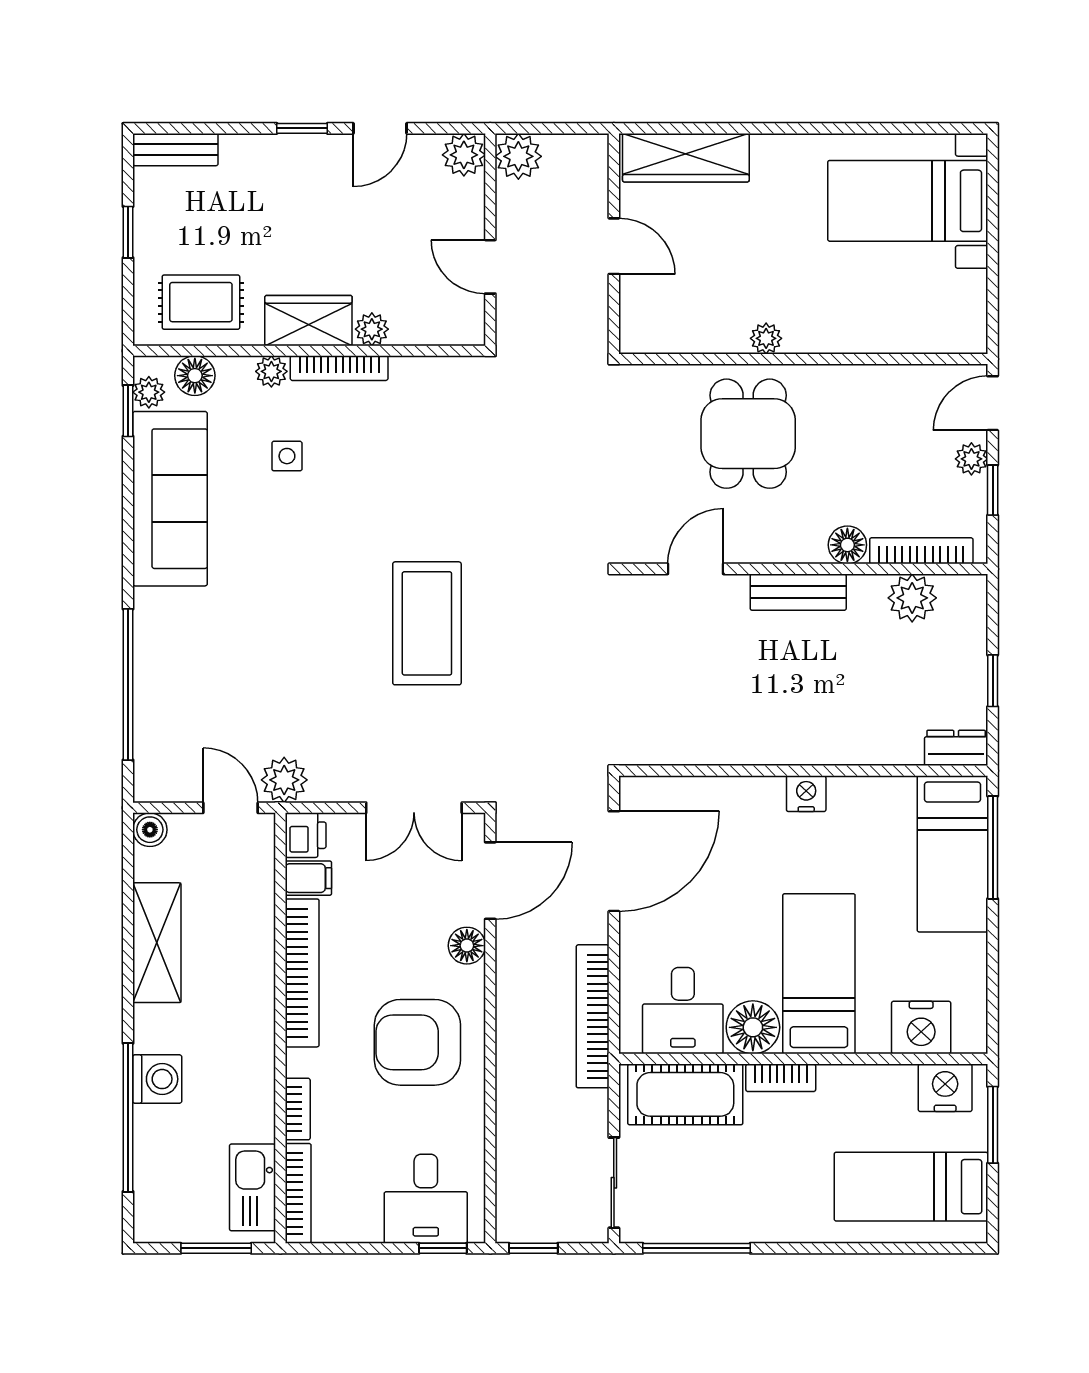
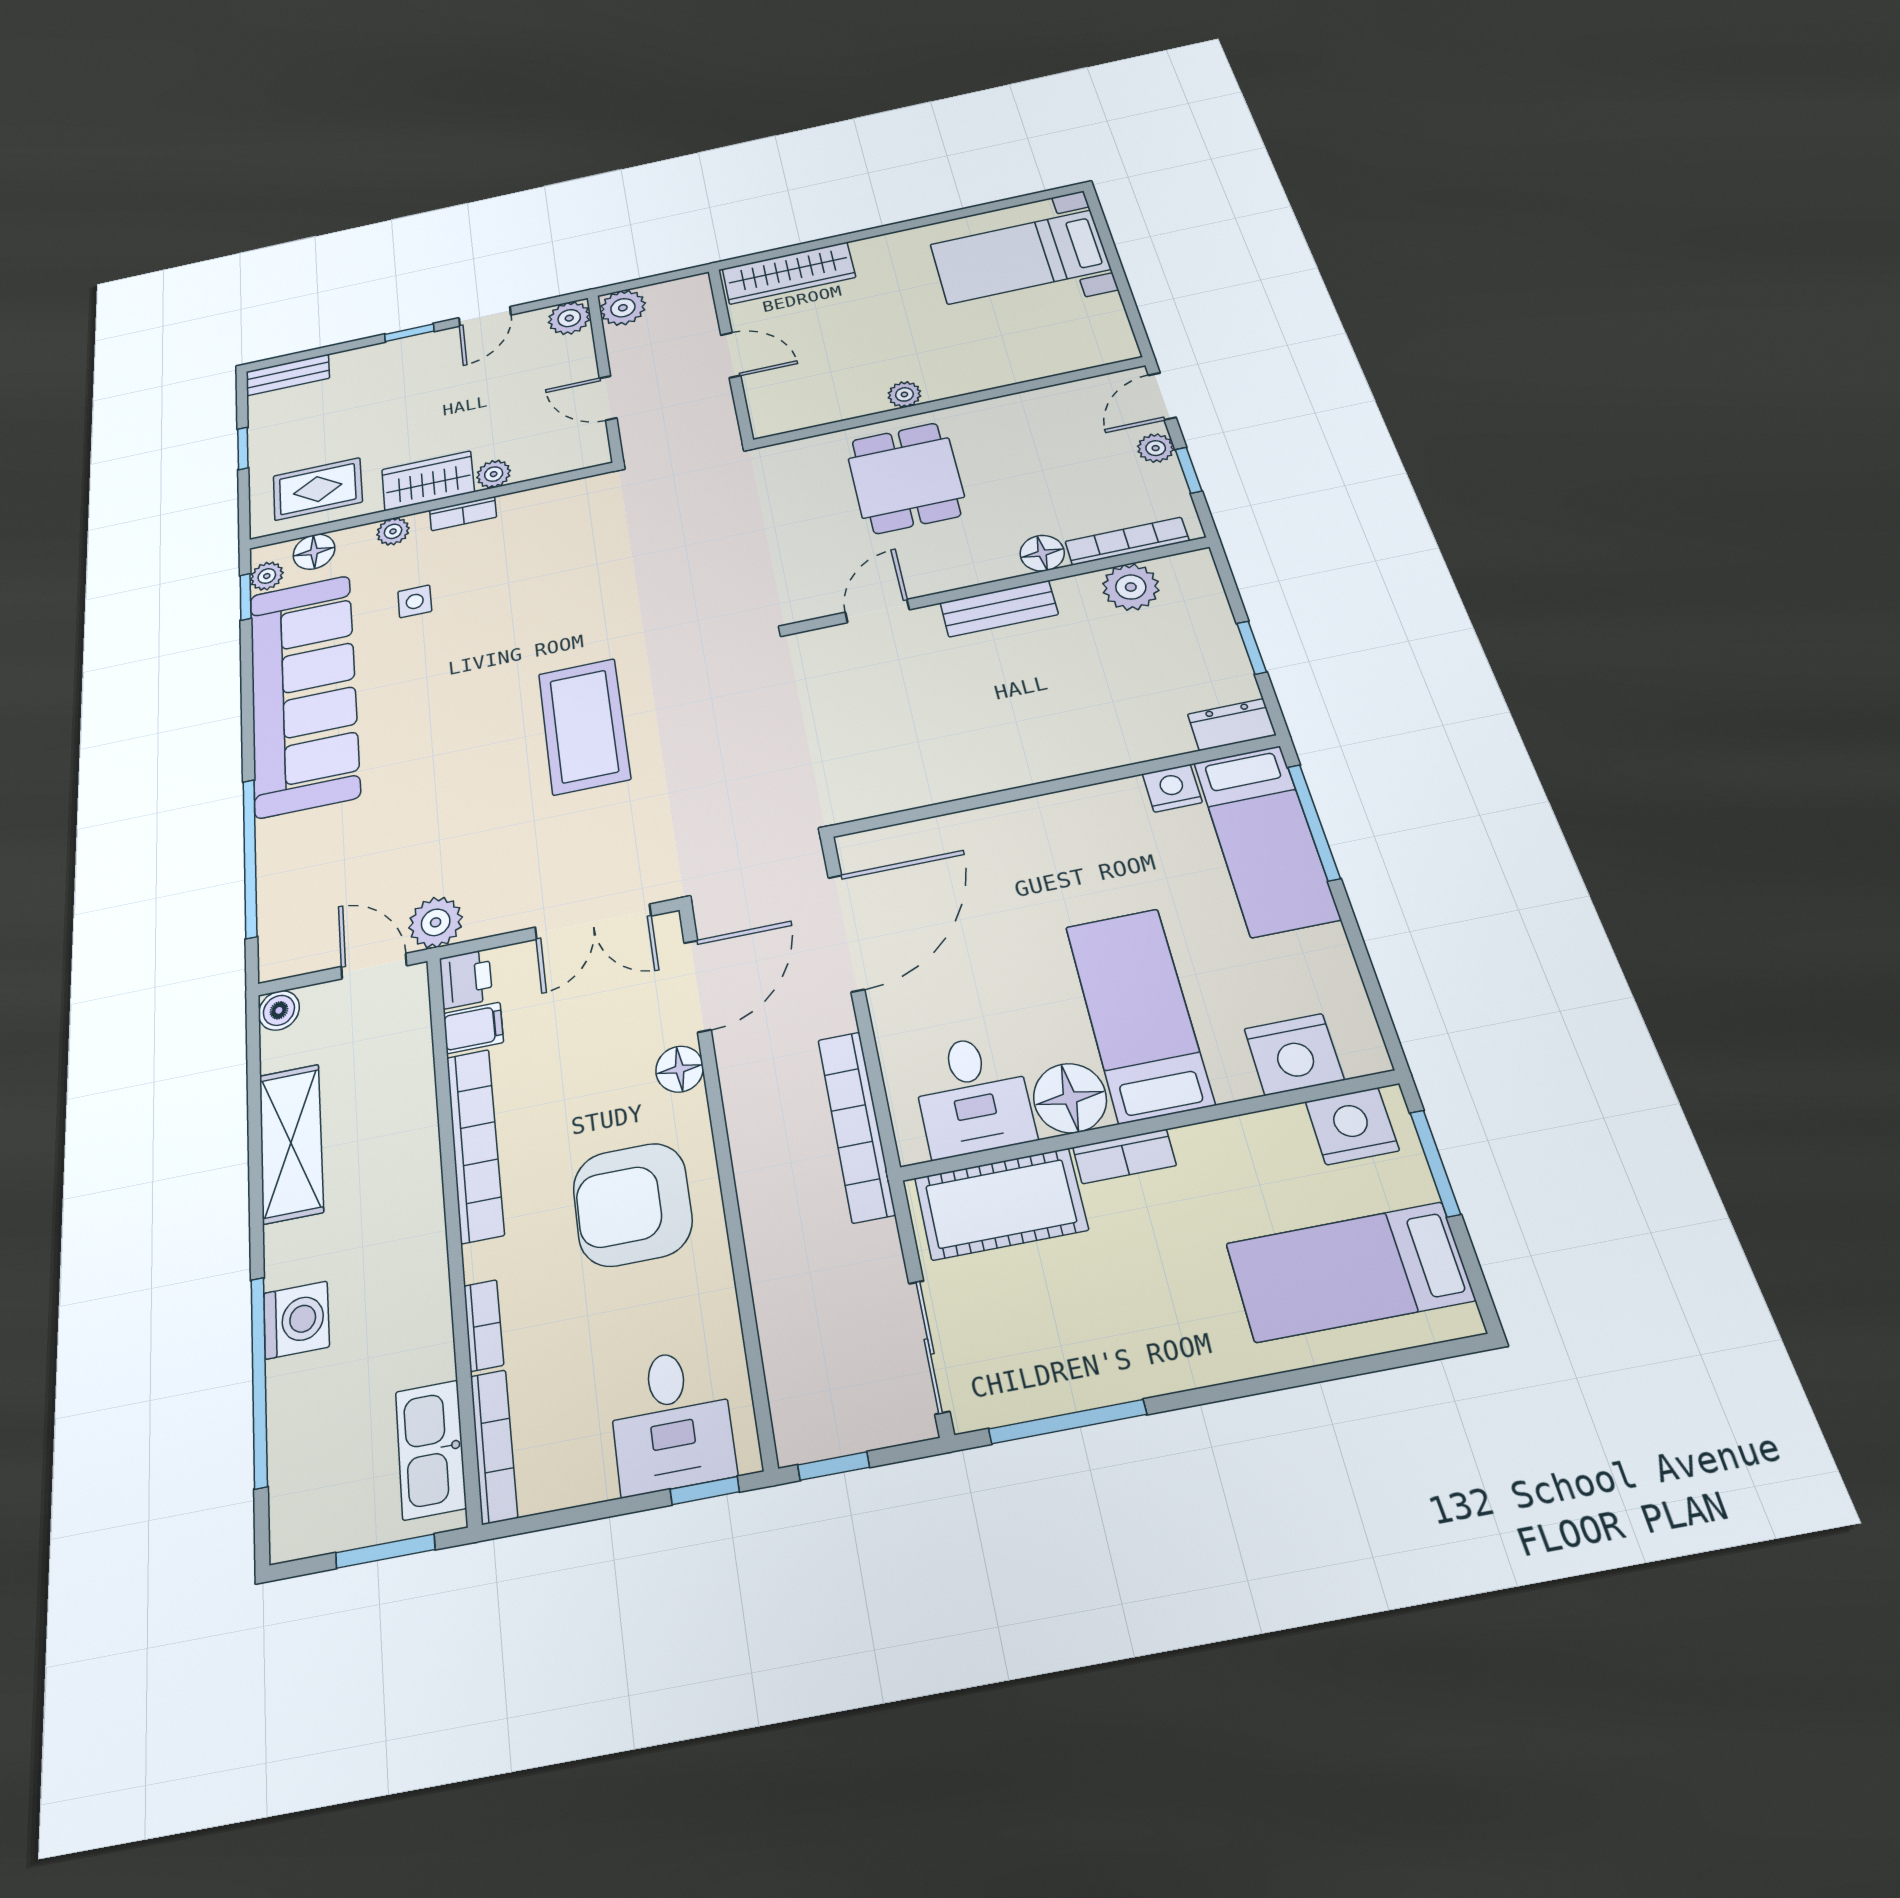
bookcase: (339, 368) -> (463, 514), width x0.64
sofa: (170, 499) -> (304, 693), width x1.36, depth x1.27
nightstand: (806, 794) -> (1172, 788), moved

